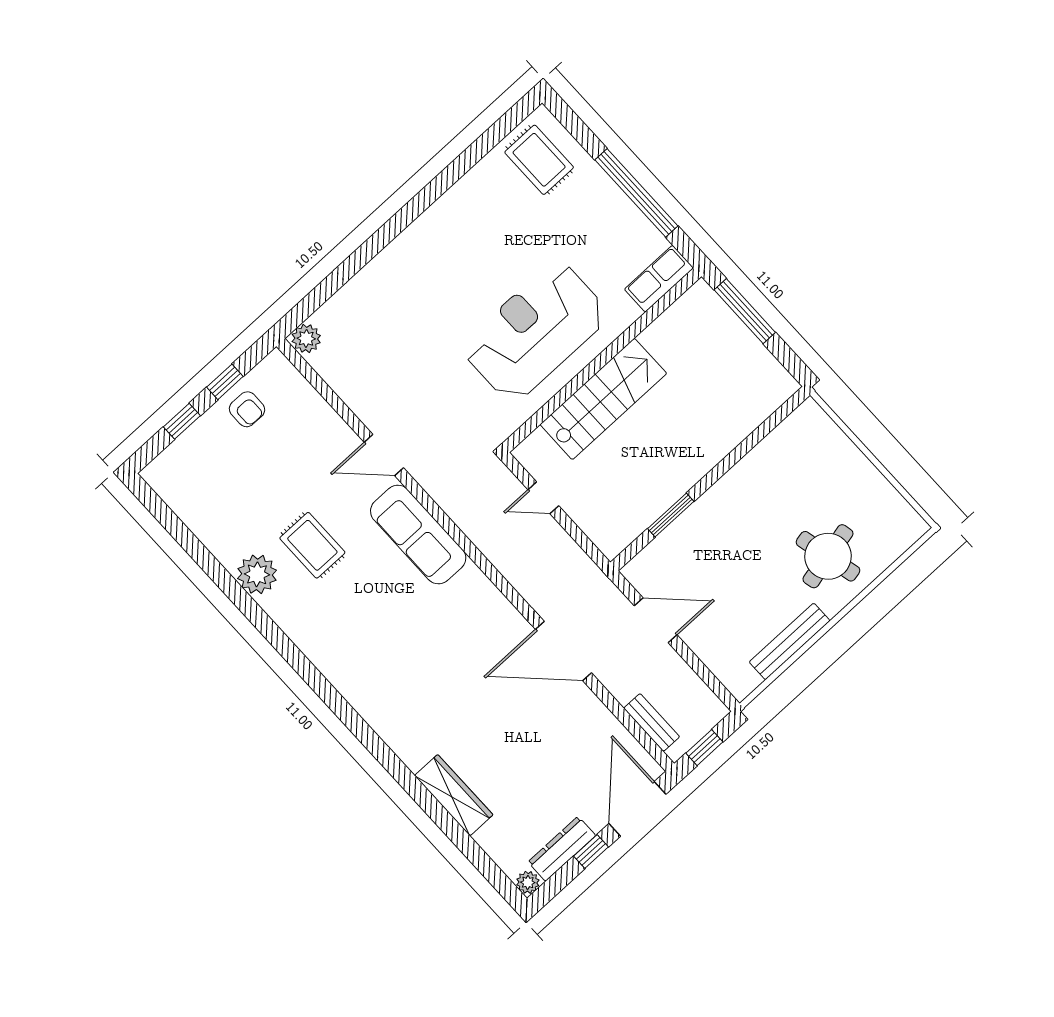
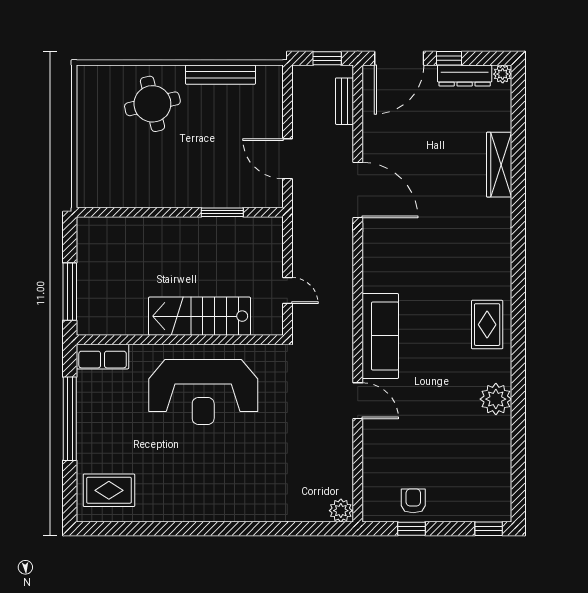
rug: (539, 160) -> (109, 490), turned 90
window: (182, 421) -> (489, 529), moved
rug: (312, 545) -> (487, 325), moved

